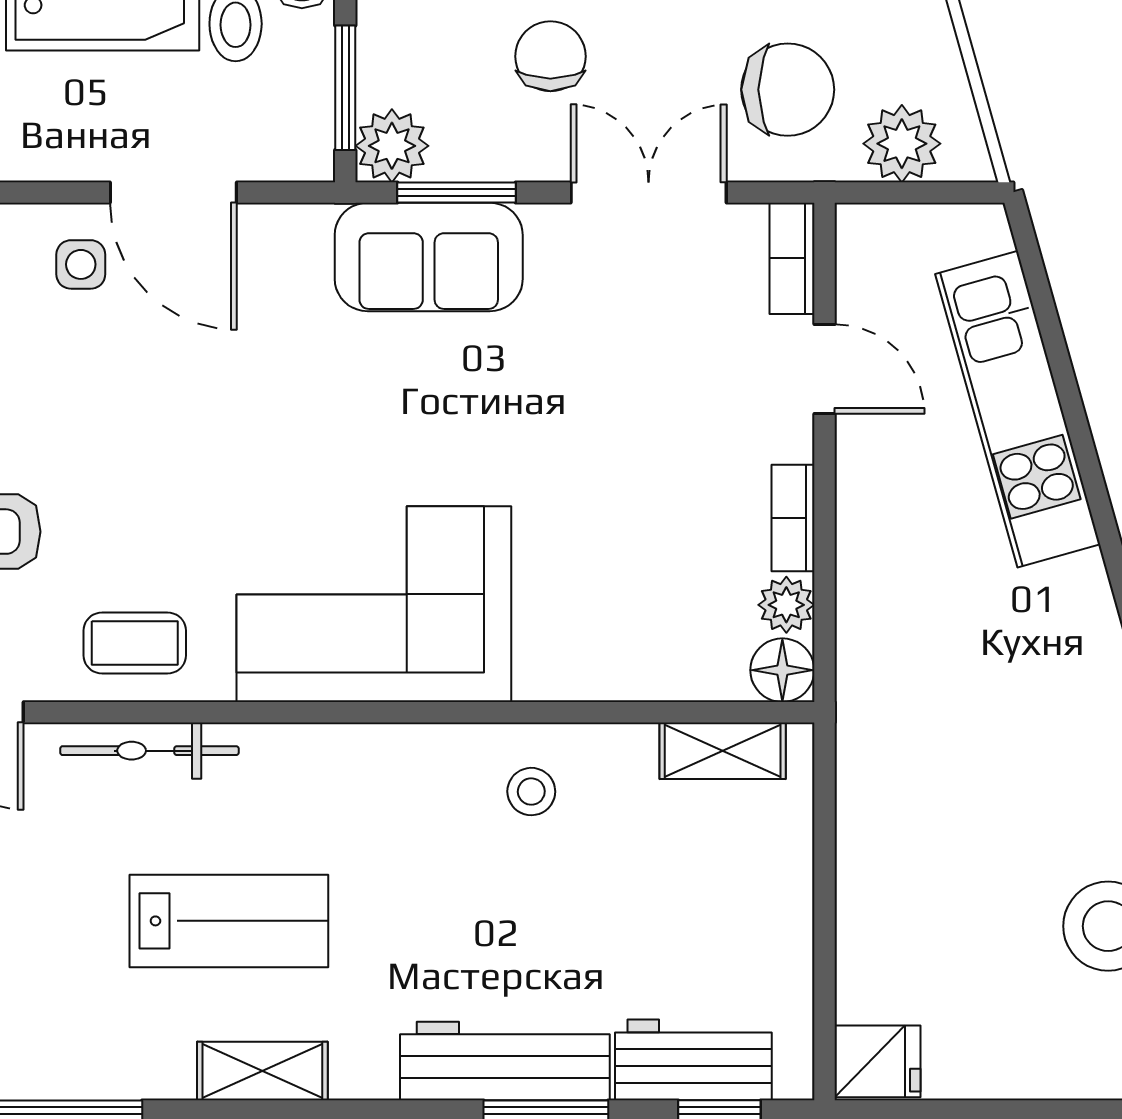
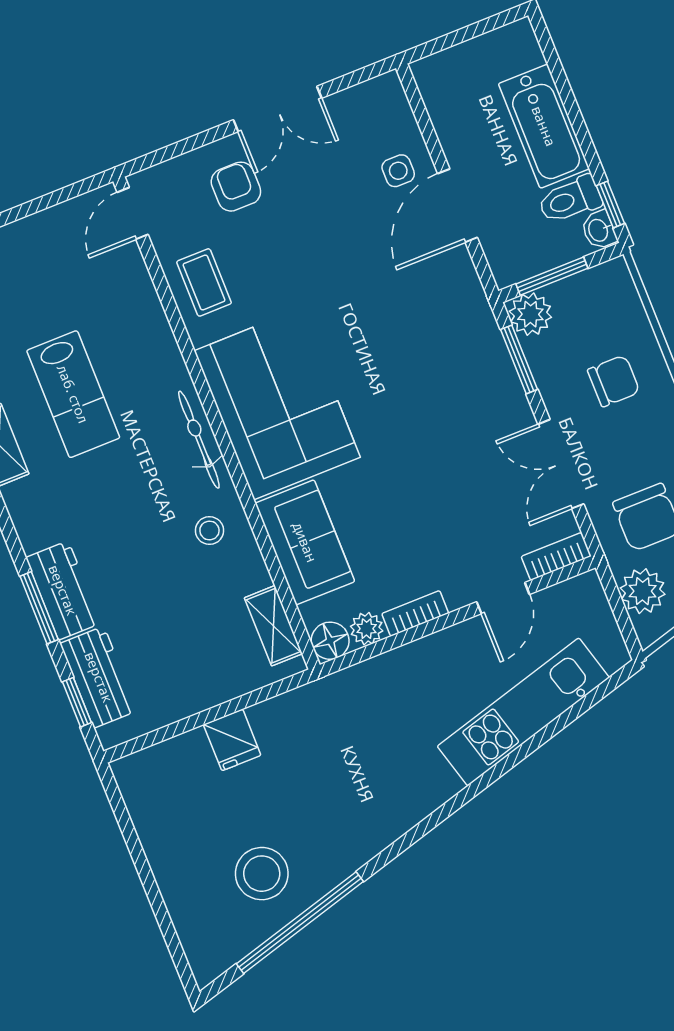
double door: (649, 193) -> (561, 464), swing flipped
sofa: (429, 257) -> (305, 542), moved, turned 180
bicycle: (149, 751) -> (199, 440), moved
workbench: (505, 1061) -> (63, 590), width x0.73
fridge: (877, 1061) -> (232, 740), moved

